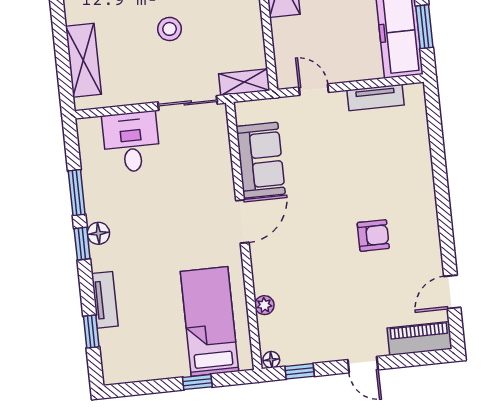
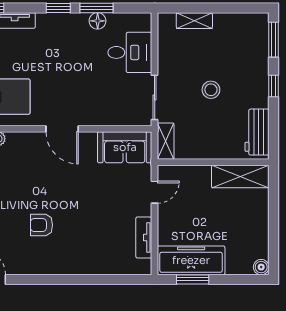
shelving: (83, 60) -> (194, 21), width x0.67, depth x0.75
sofa: (261, 160) -> (125, 147), moved
floor lamp: (98, 233) -> (98, 21), moved
armchair: (373, 235) -> (41, 225), turned 90

